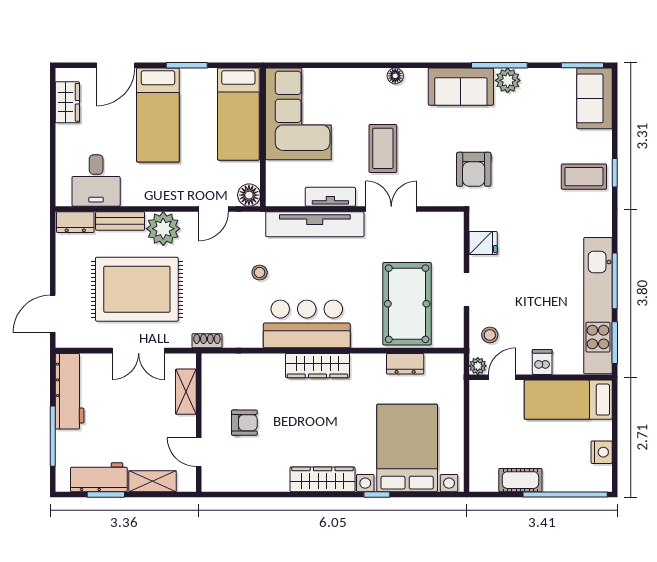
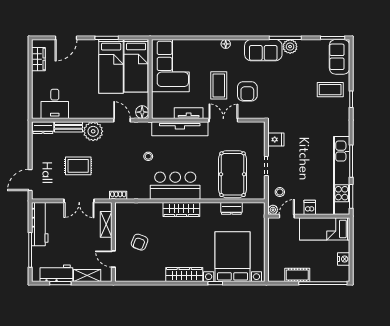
bed: (158, 115) -> (111, 66), moved
armchair: (474, 169) -> (247, 91), moved
coffee table: (584, 177) -> (330, 90), moved
door: (214, 209) -> (122, 120), swing flipped
rug: (137, 289) -> (78, 166), width x0.54, depth x0.49
armchair: (244, 423) -> (140, 242), turned 111

